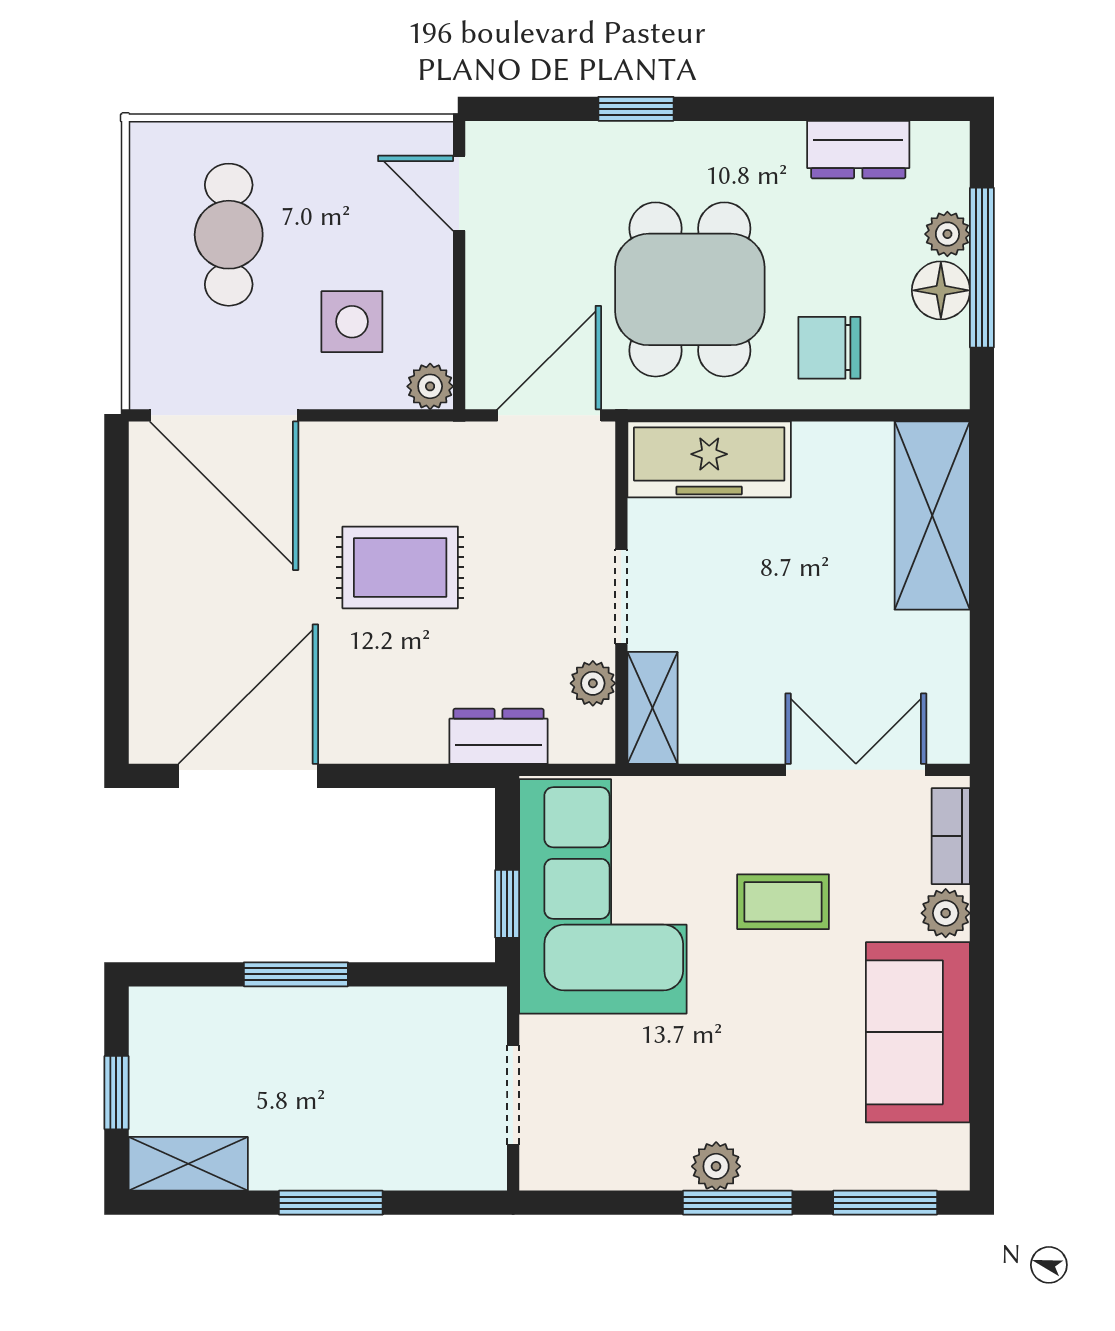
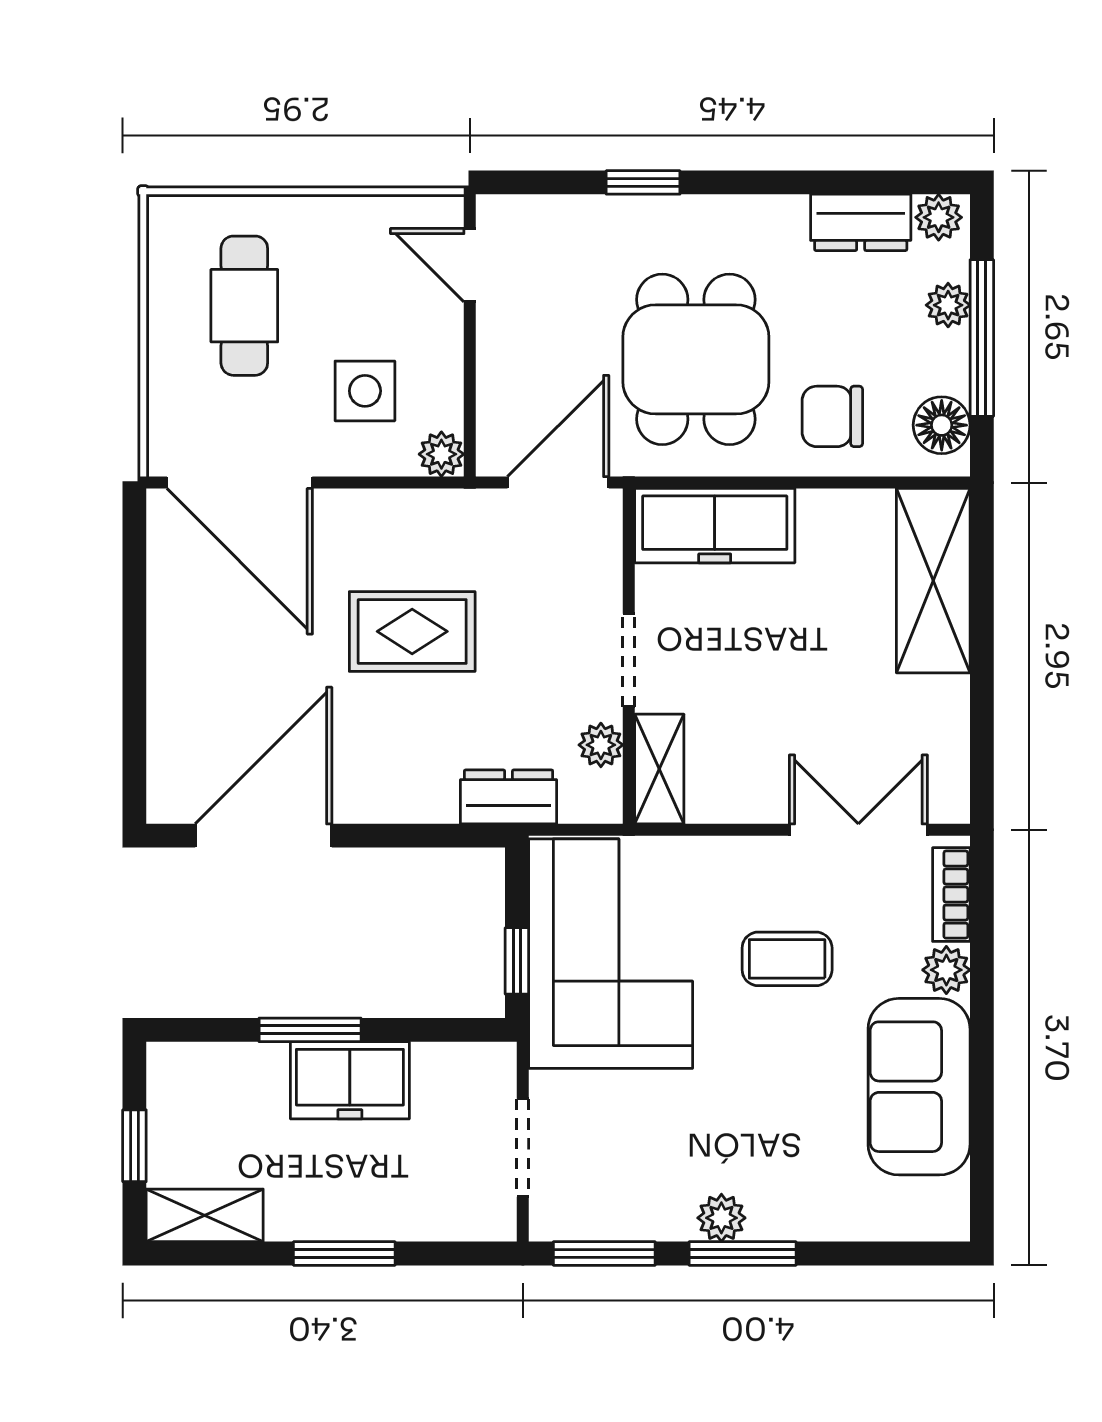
plant: (938, 144) -> (939, 217), added
floor lamp: (941, 290) -> (942, 425), moved
freezer: (337, 1026) -> (350, 1080), added
window: (885, 1203) -> (604, 1253), moved

